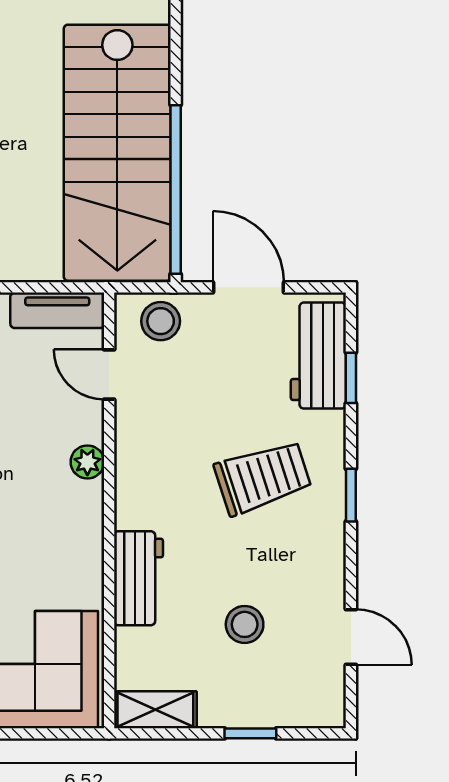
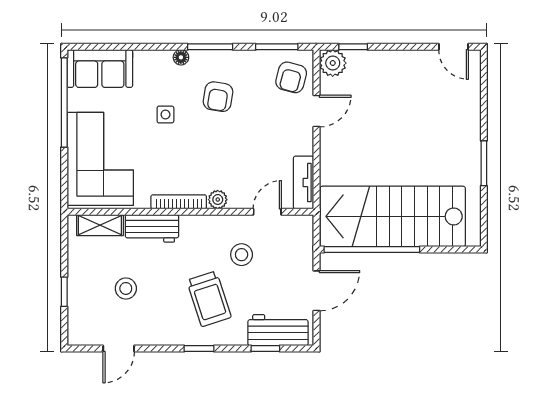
stool: (161, 321) -> (242, 255), moved
bookcase: (92, 531) -> (179, 202), added
shelving: (155, 710) -> (100, 225), moved, turned 90

